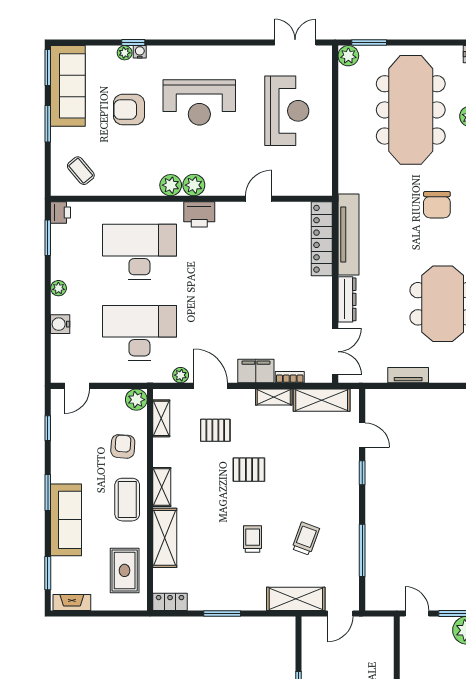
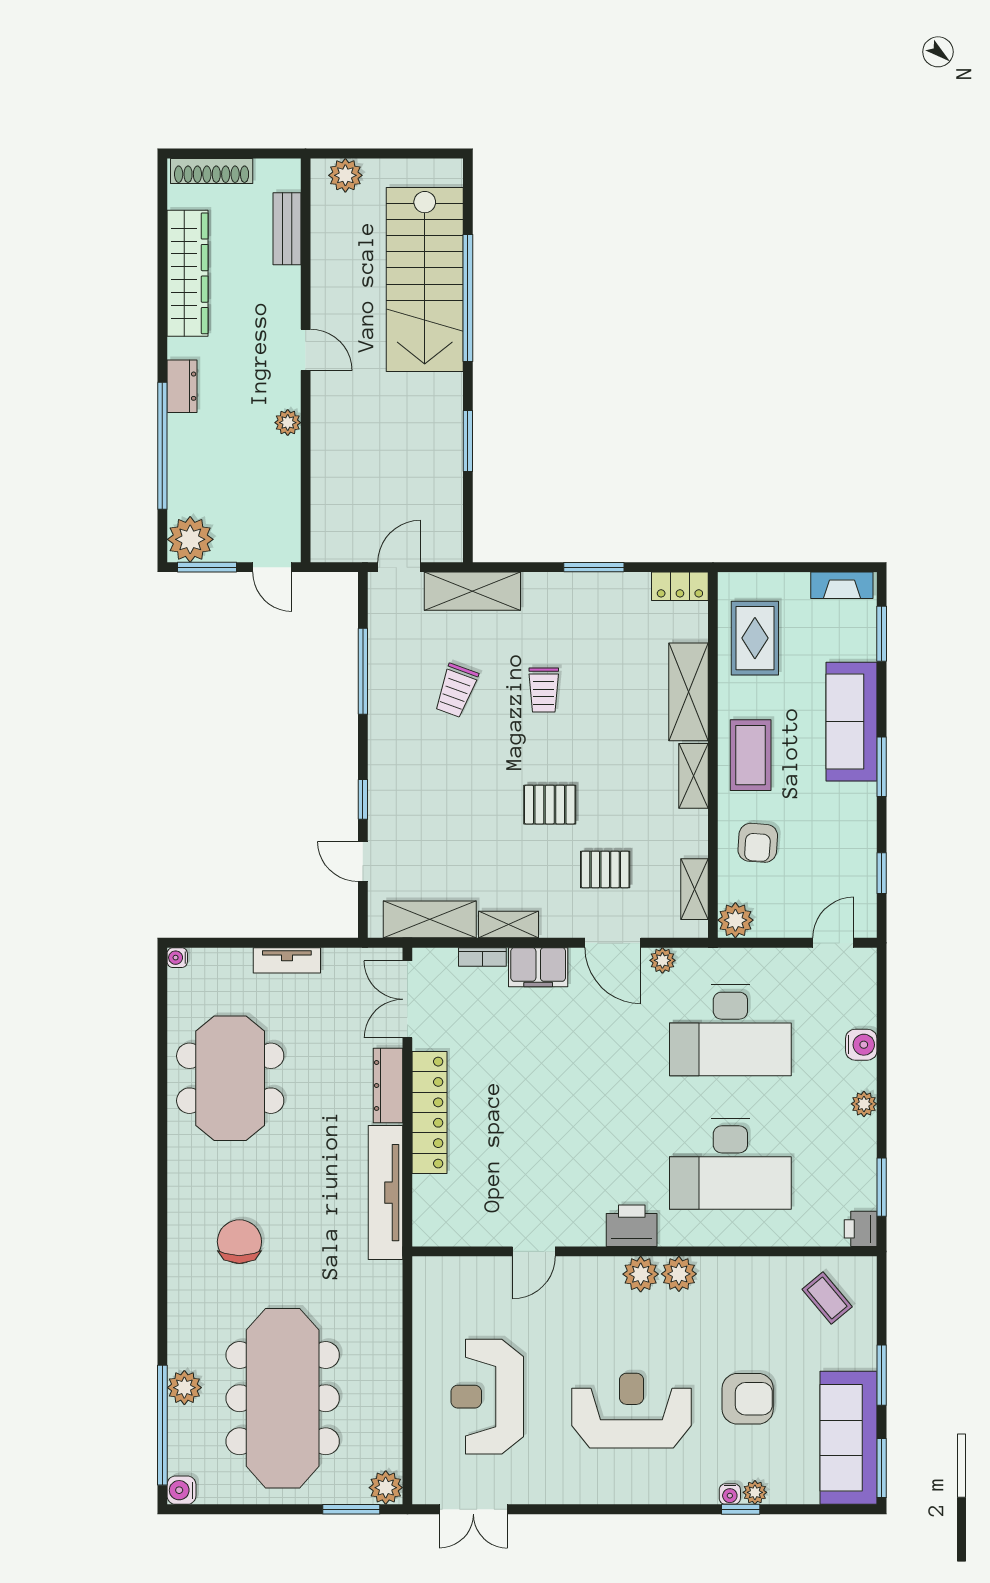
locker: (322, 239) -> (429, 1113), moved

